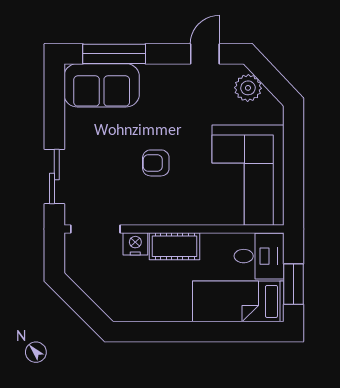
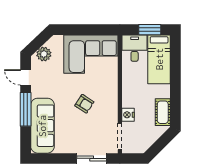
window: (114, 54) -> (26, 109), moved
sofa: (102, 85) -> (42, 126), width x1.36
armchair: (156, 163) -> (84, 104), turned -57
cot: (175, 246) -> (163, 112), moved

